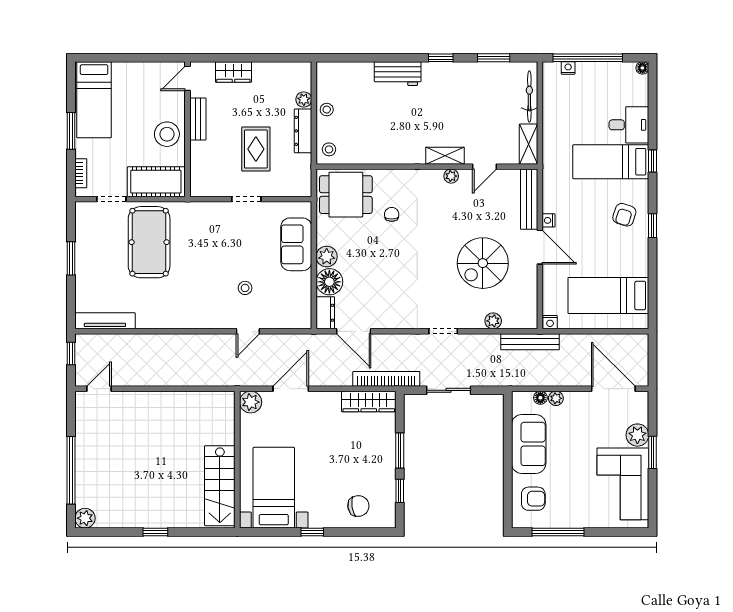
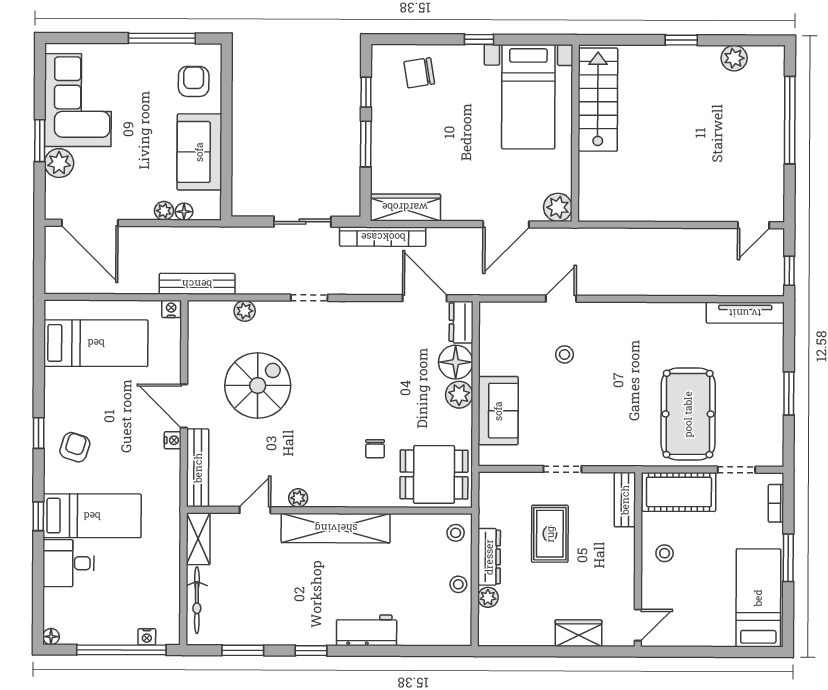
bench: (198, 119) -> (625, 500), moved
stool: (167, 134) -> (665, 553), width x0.53, depth x0.53
shelving: (445, 156) -> (336, 528), width x2.20, depth x1.33
armchair: (533, 499) -> (194, 81), turned 90
plant: (85, 518) -> (734, 58), moved

